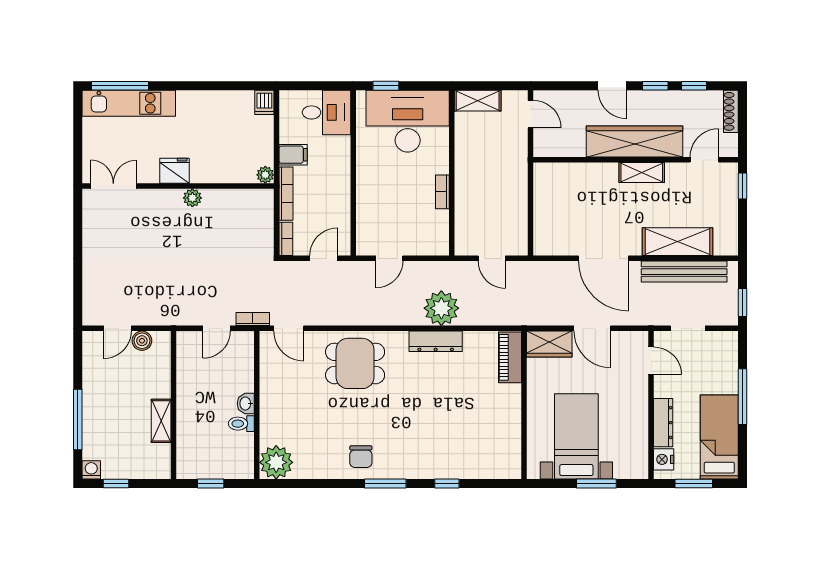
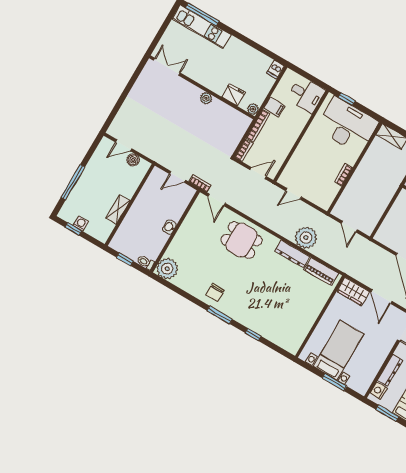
fridge: (174, 171) -> (233, 95), moved
piano: (510, 357) -> (321, 271), moved, turned -90
toilet: (241, 424) -> (145, 262), moved
washing machine: (91, 470) -> (81, 223), moved

